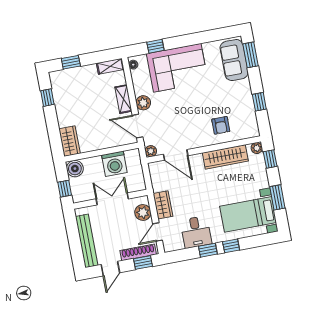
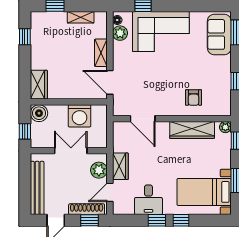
shelving: (110, 66) -> (81, 17), moved
plant: (143, 103) -> (120, 33), moved
plant: (151, 151) -> (118, 110), removed

